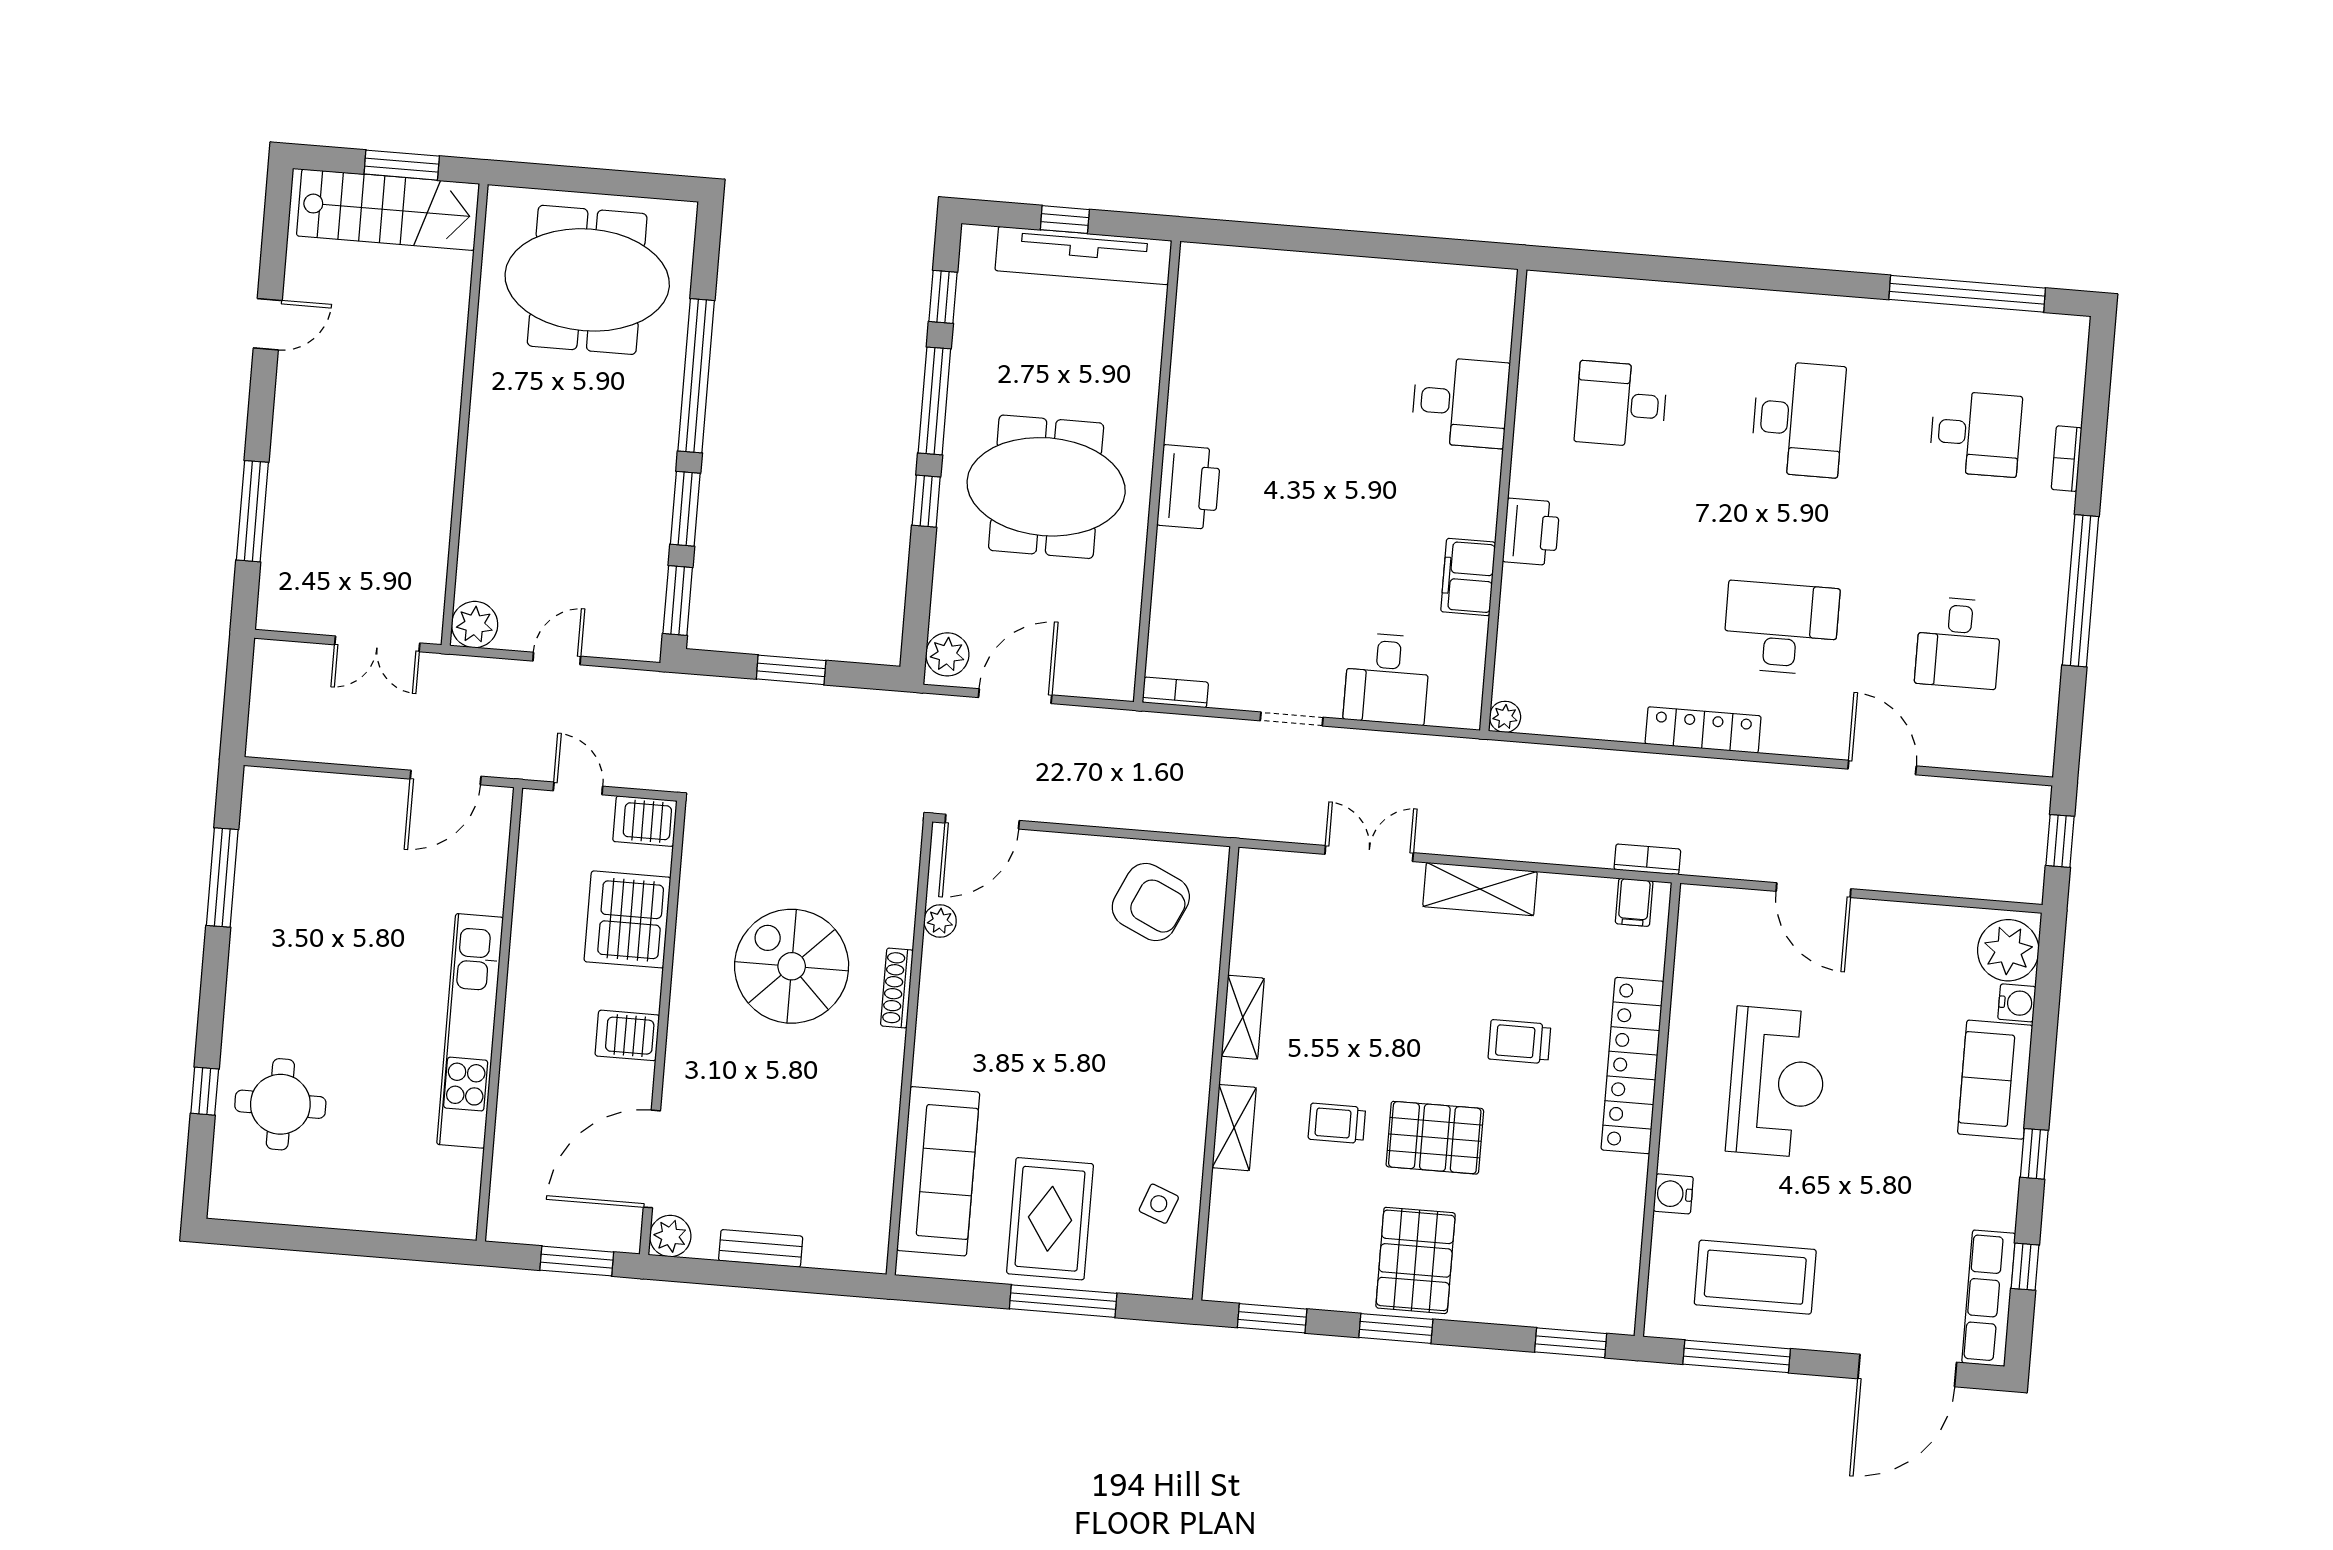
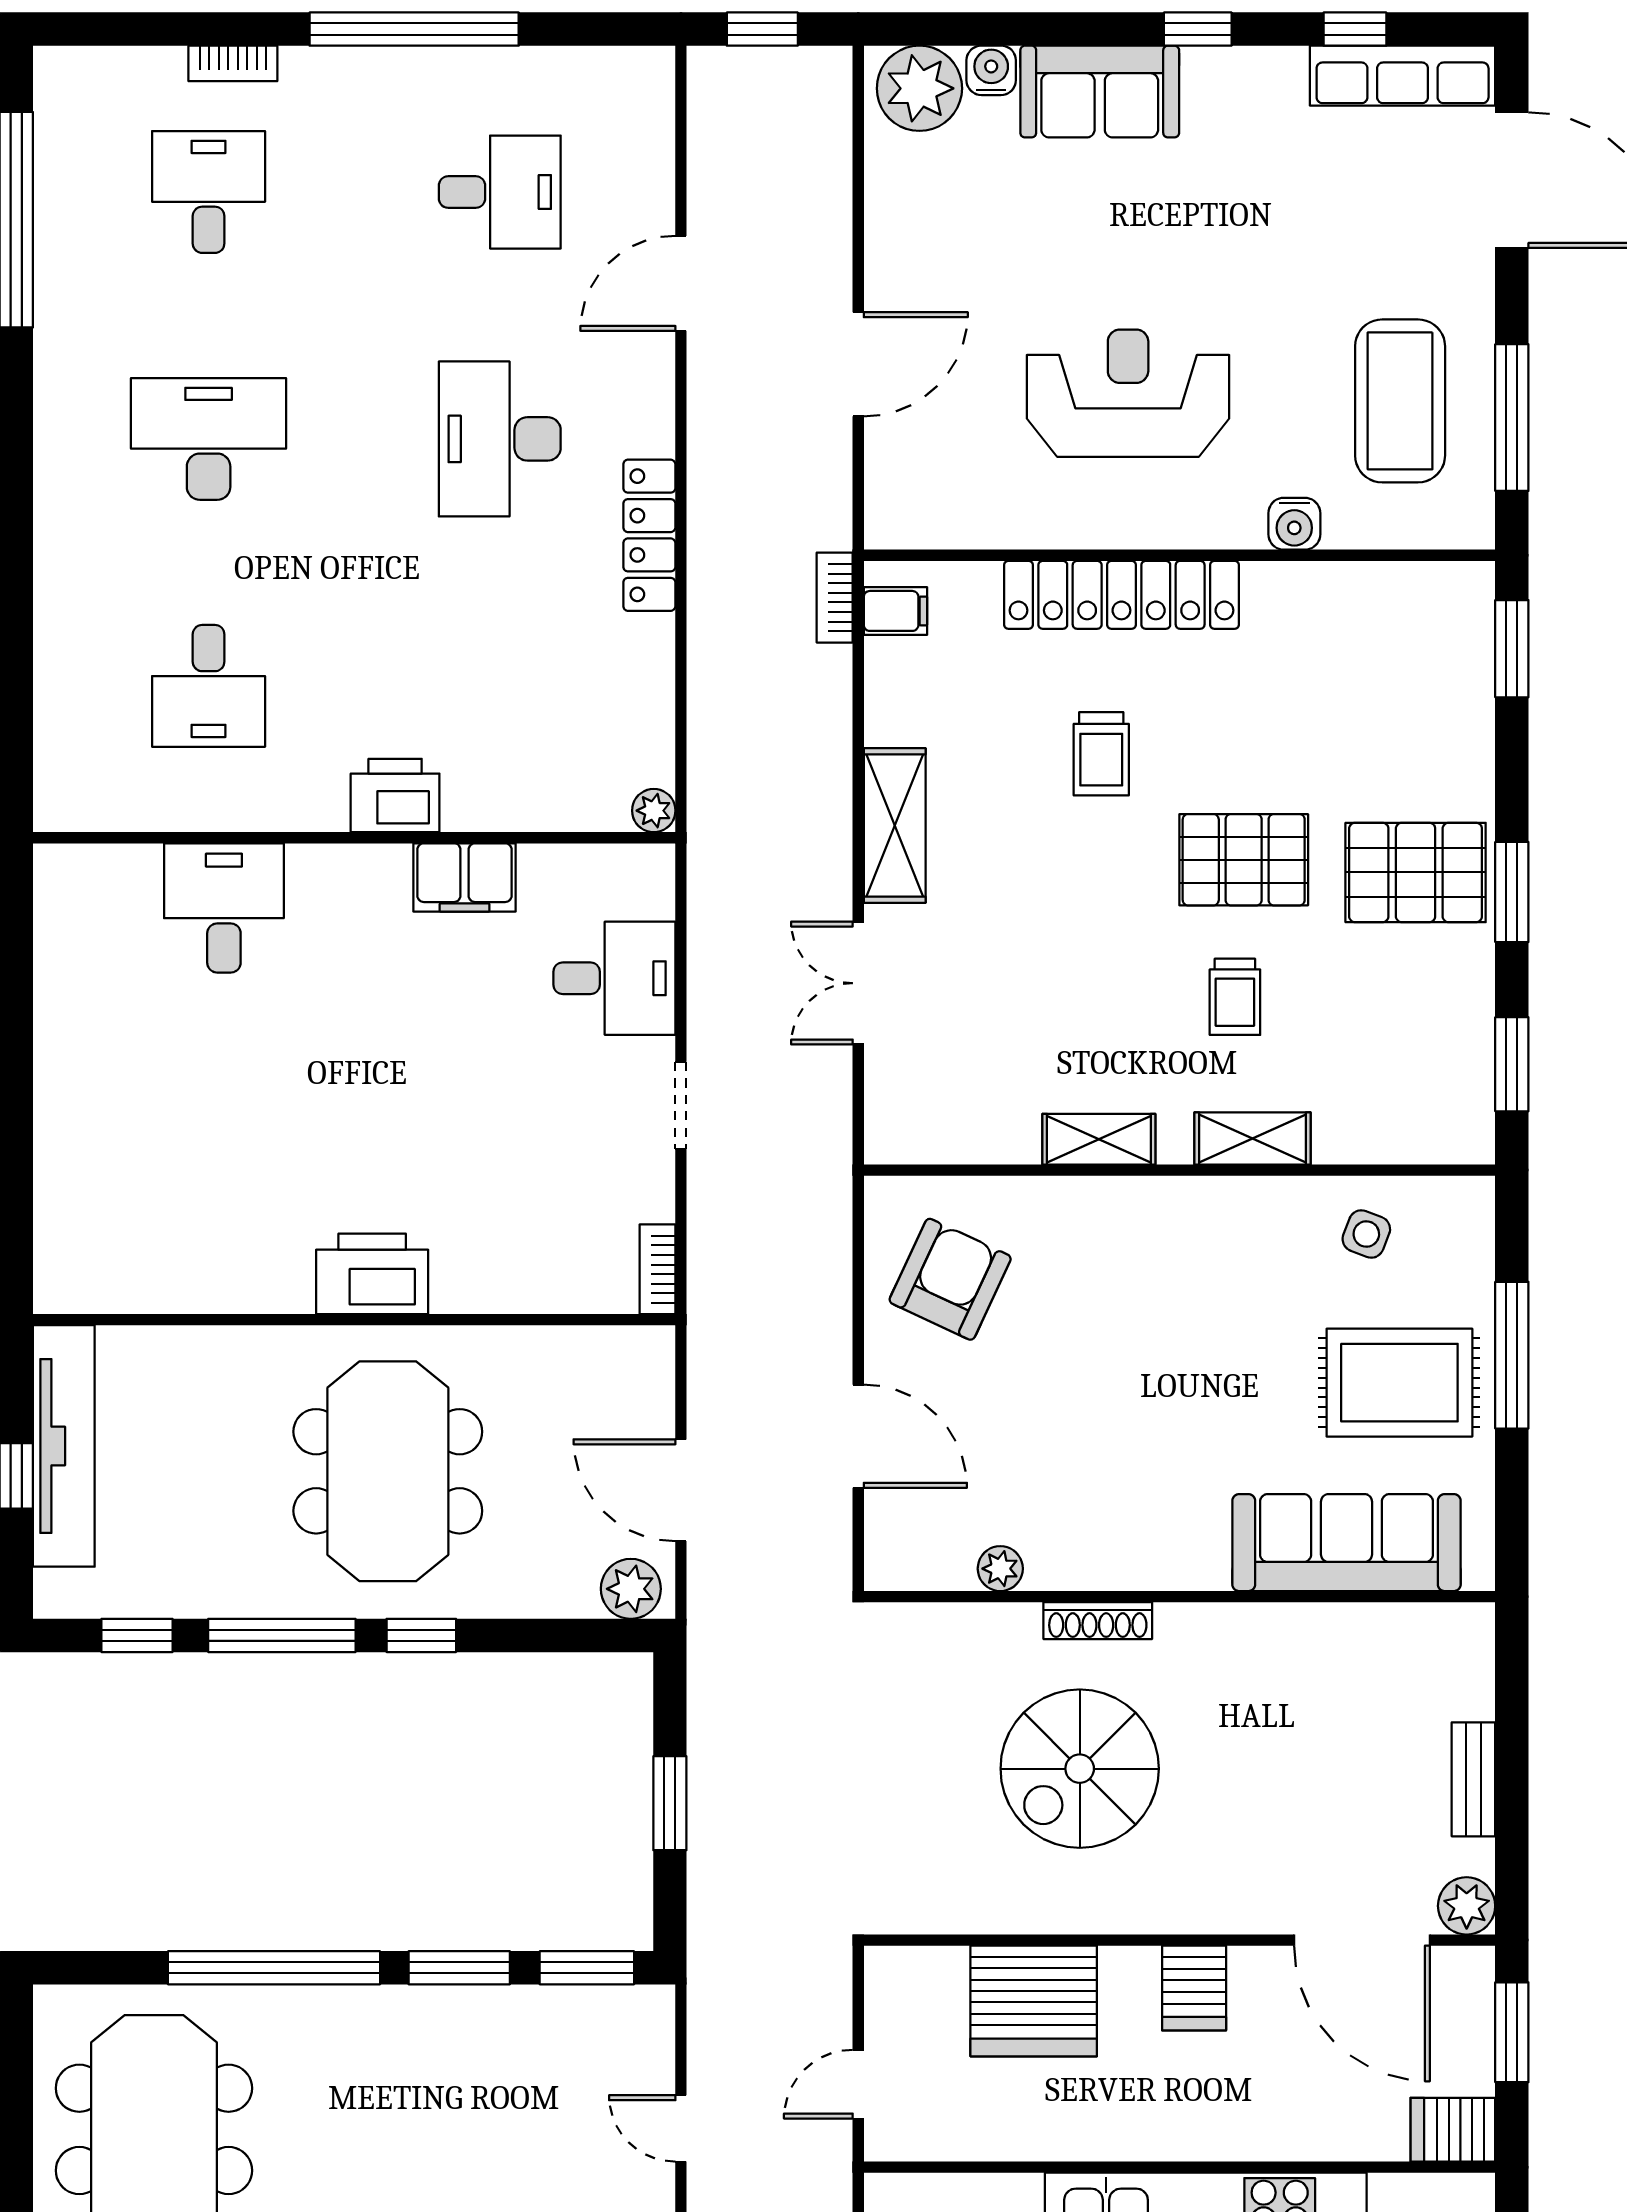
server rack: (645, 821) -> (1453, 2130), moved, turned 90
door: (982, 822) -> (858, 1436), moved
pallet: (1435, 1138) -> (1244, 860), turned 90

